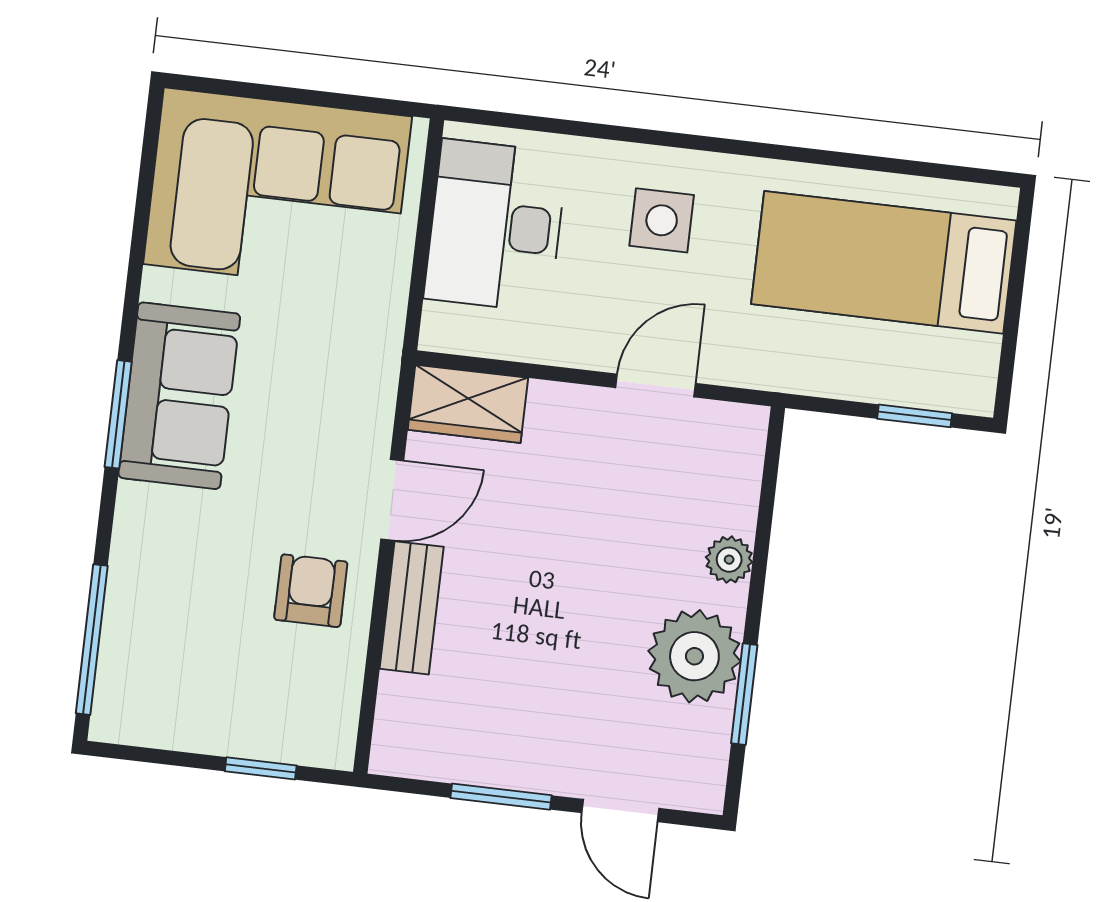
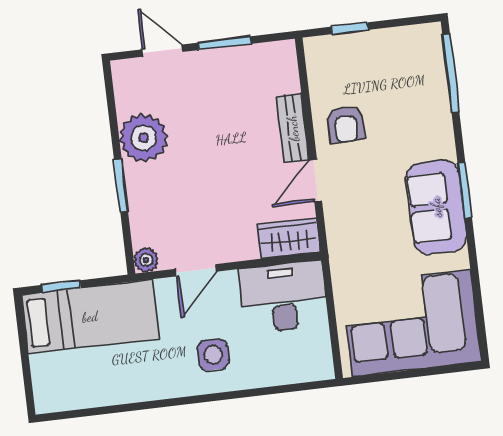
desk: (496, 226) -> (283, 297), moved, turned -90
bed: (884, 262) -> (90, 317), moved
plant: (729, 560) -> (146, 260), moved
window: (744, 694) -> (121, 186), moved

